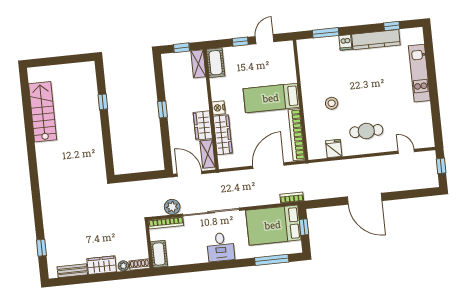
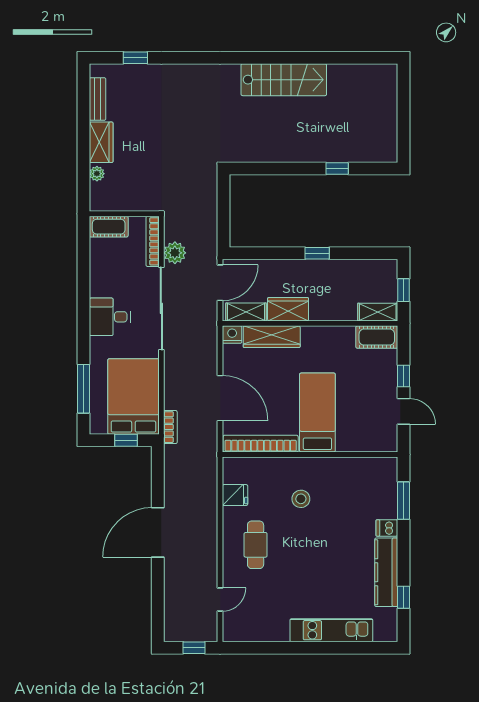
nightstand: (218, 108) -> (232, 335), moved
stairs: (43, 112) -> (284, 80), moved
shoe rack: (140, 265) -> (96, 197), removed

